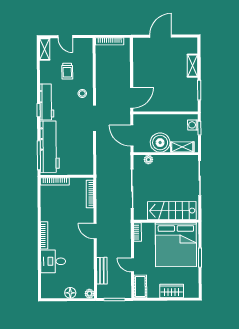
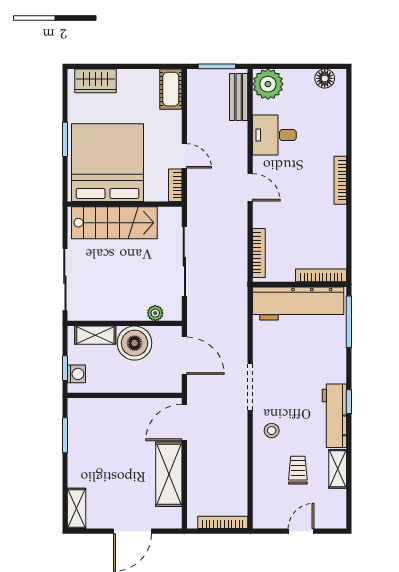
door: (65, 37) -> (301, 531), hinge flipped
shelving: (45, 49) -> (338, 469), moved
shelving: (192, 66) -> (77, 508), moved
shelving: (140, 68) -> (169, 474), added
workbench: (50, 147) -> (298, 303), moved, turned -90
desk: (53, 261) -> (274, 135), moved, turned 180
door: (133, 265) -> (184, 156), moved
bench: (102, 271) -> (239, 97), moved
wardrobe: (172, 291) -> (95, 81), moved
floor lamp: (70, 293) -> (325, 78), moved
plant: (89, 294) -> (268, 84), width x1.87, depth x1.87

